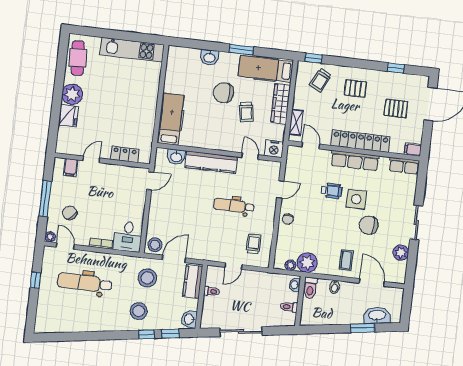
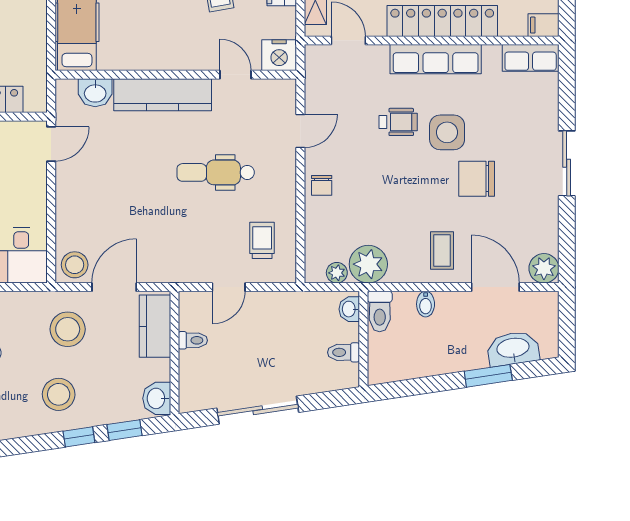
plant: (401, 253) -> (544, 268), moved

